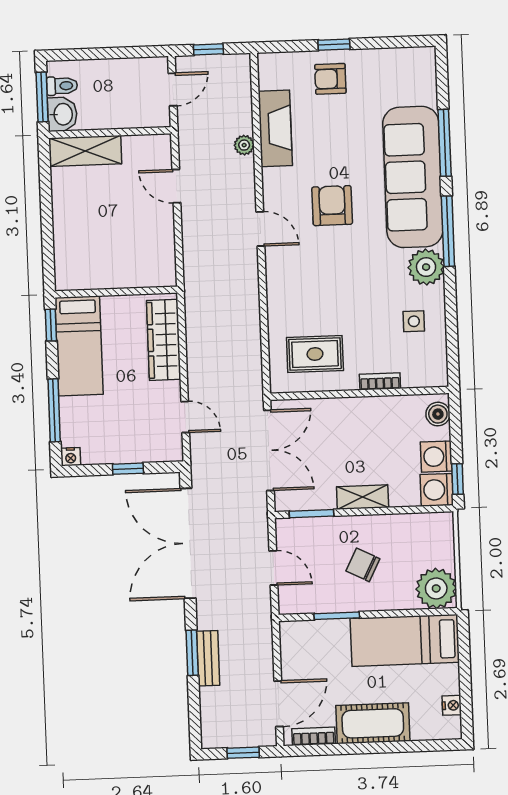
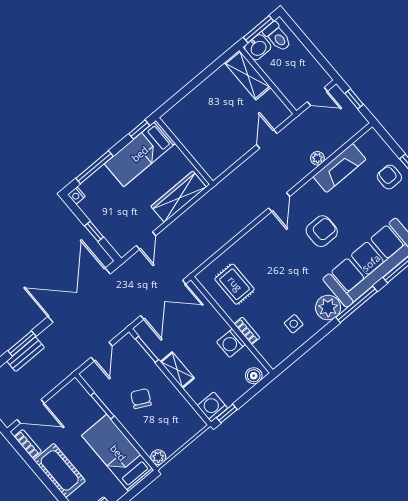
toilet: (62, 86) -> (277, 37), width x1.37, depth x1.39
washing machine: (436, 457) -> (231, 343), moved, turned -90
plant: (436, 588) -> (158, 457), width x0.53, depth x0.53

